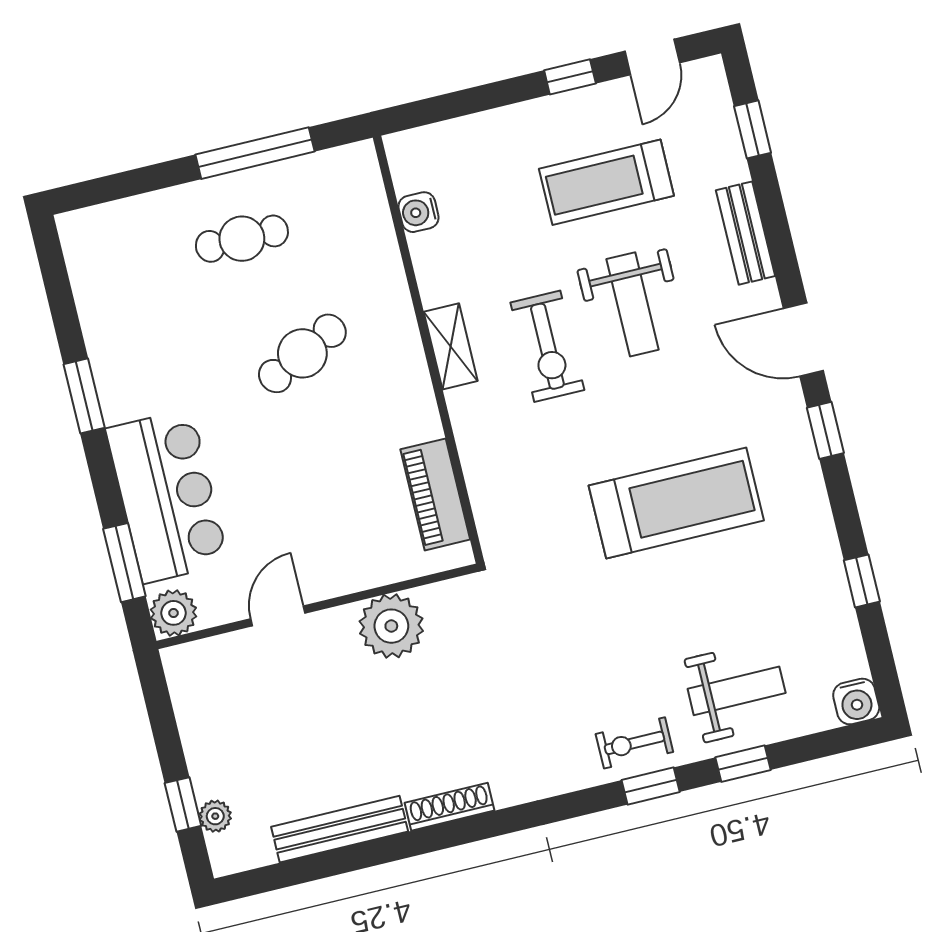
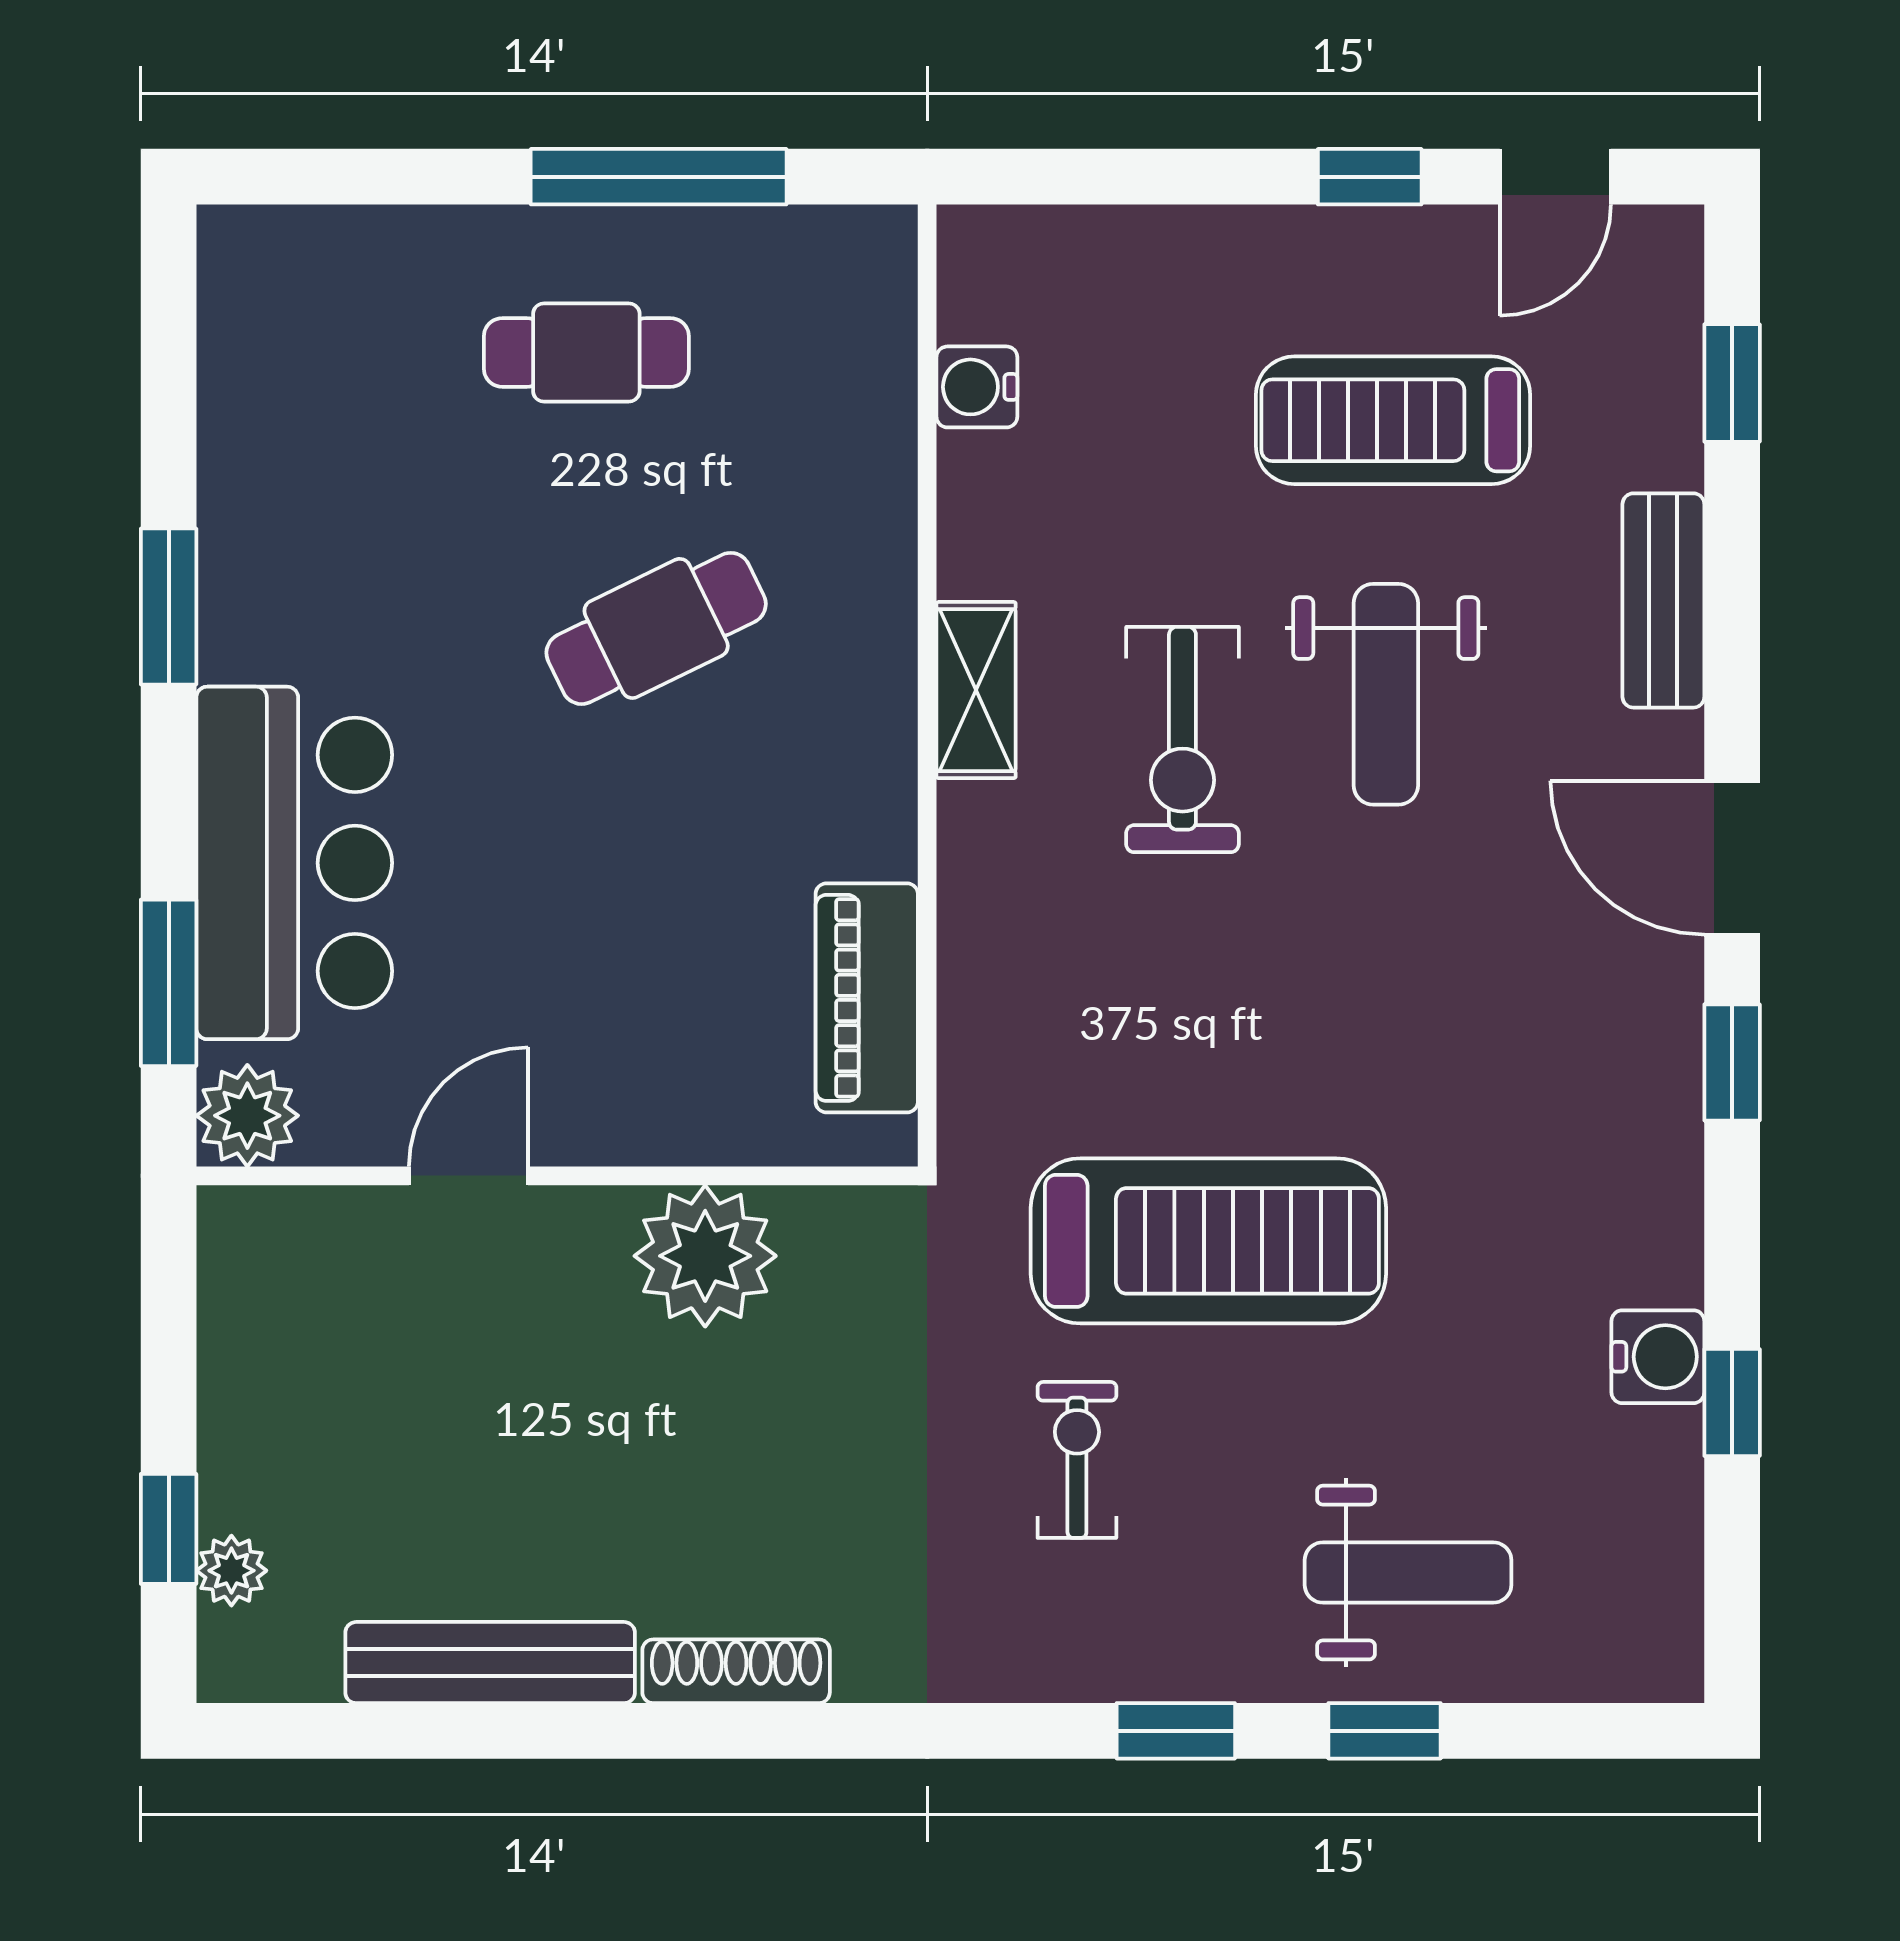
treadmill: (676, 503) -> (1208, 1241), moved
water cooler: (856, 701) -> (1658, 1357), moved, turned -90
exercise bike: (634, 743) -> (1077, 1460), moved, turned 90

